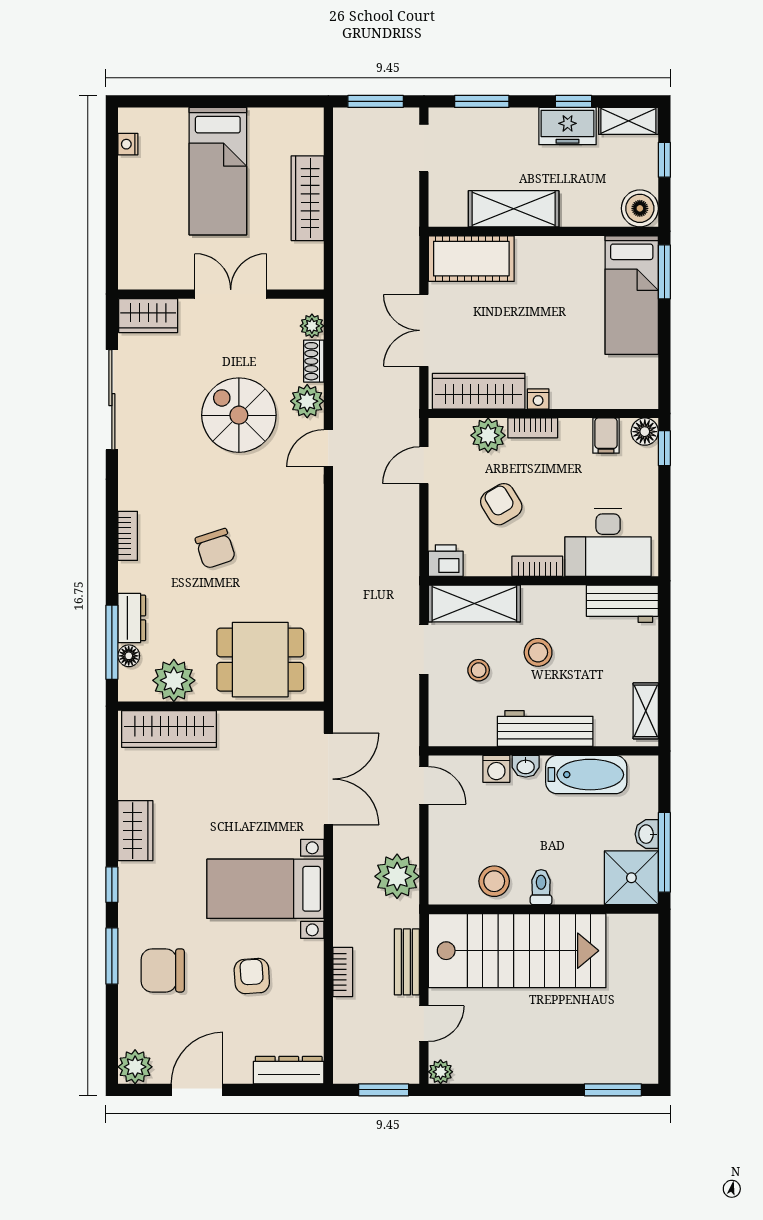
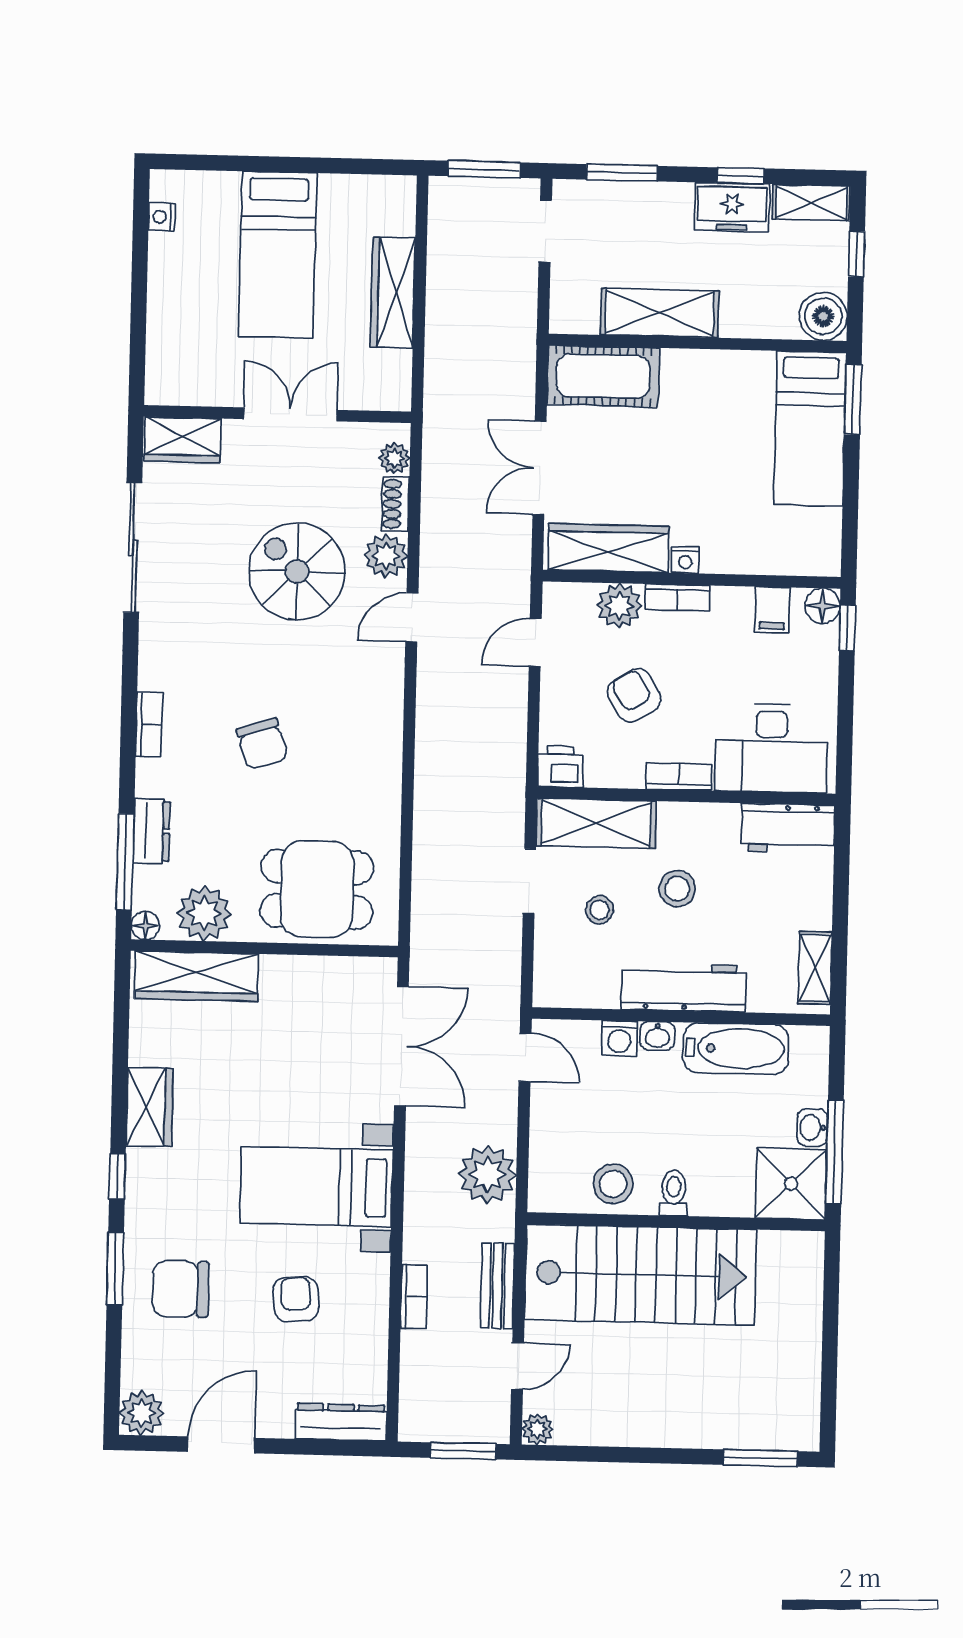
floor lamp: (129, 656) -> (145, 925), moved

